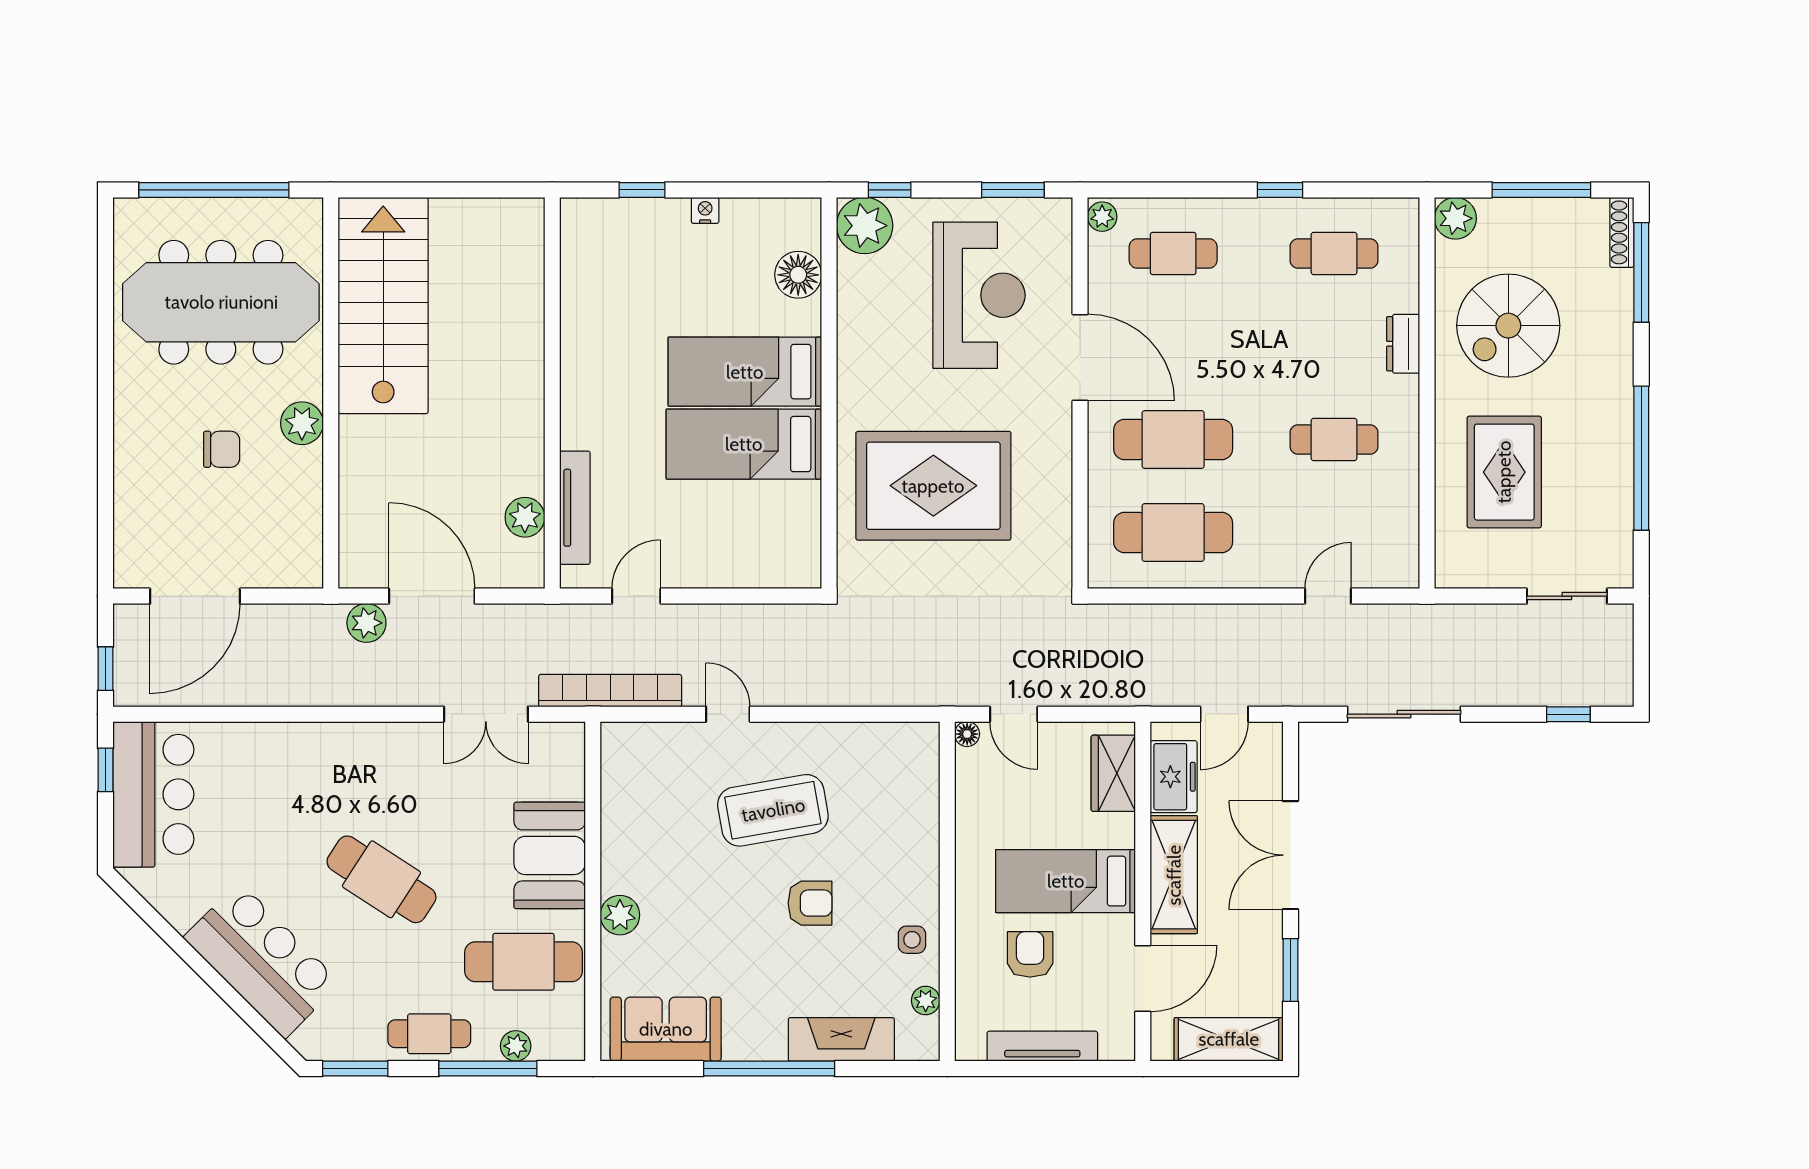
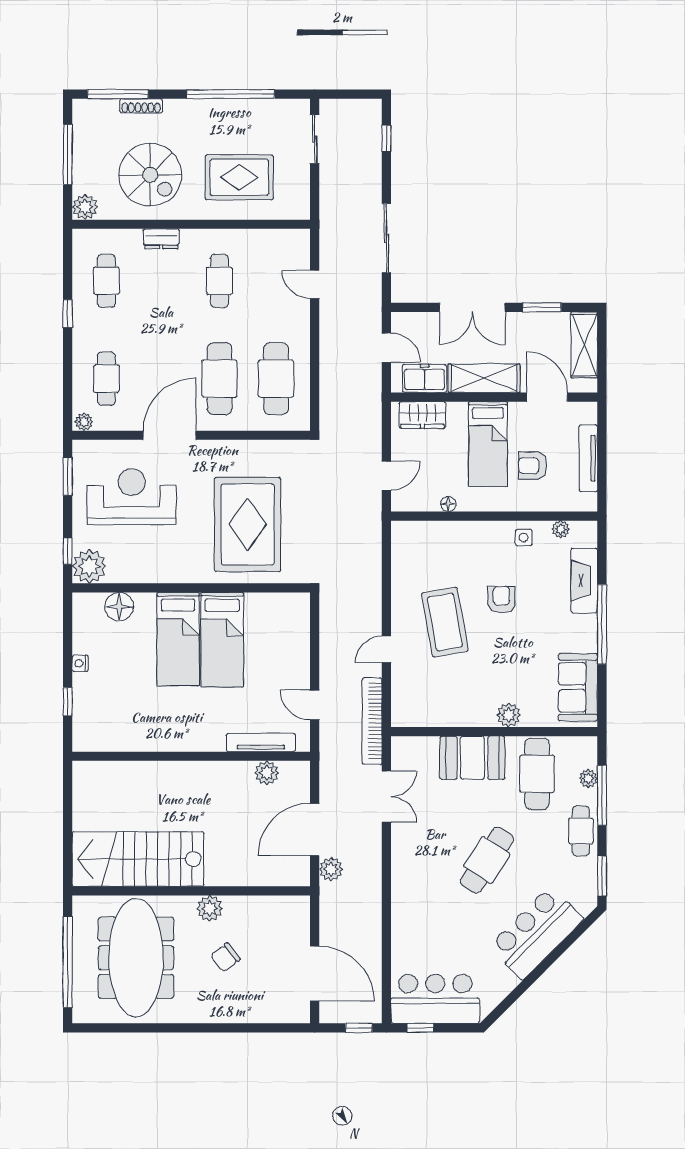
shoe rack: (1622, 232) -> (141, 106), moved
chair: (222, 449) -> (225, 957), turned -128
floor lamp: (967, 734) -> (448, 504), moved

